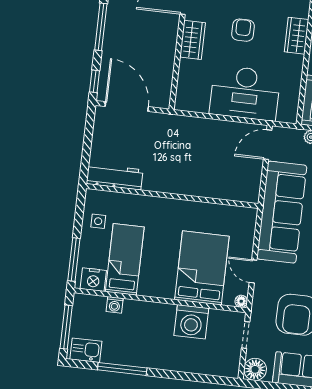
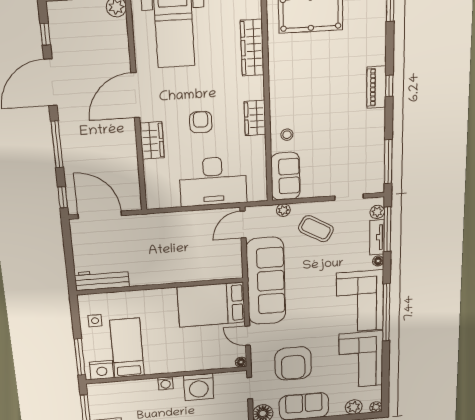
bed: (202, 268) -> (211, 305), moved, turned -90
washing machine: (115, 305) -> (165, 383), moved

